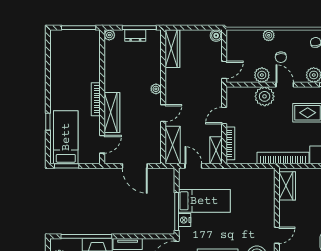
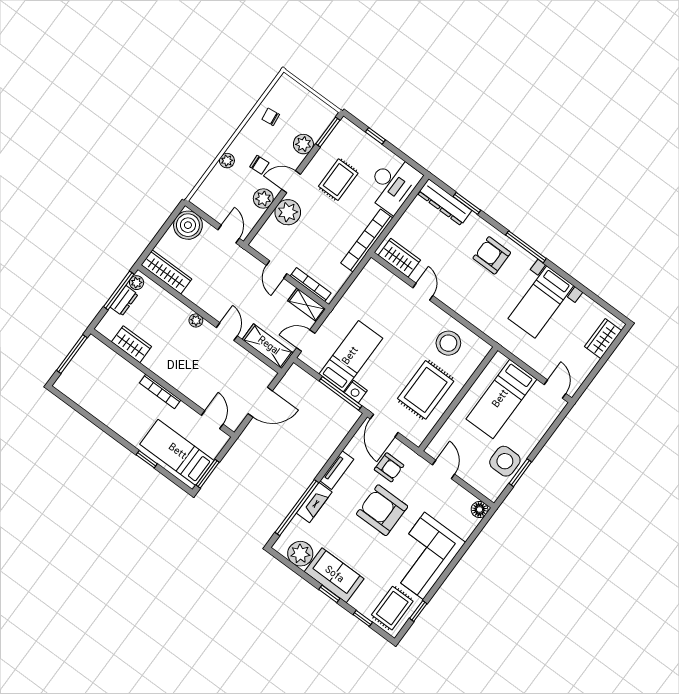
plant: (109, 35) -> (137, 283), moved
boiler: (216, 36) -> (188, 225), width x1.86, depth x1.86
wardrobe: (112, 113) -> (131, 344), moved, width x0.67
door: (277, 235) -> (423, 292), moved

